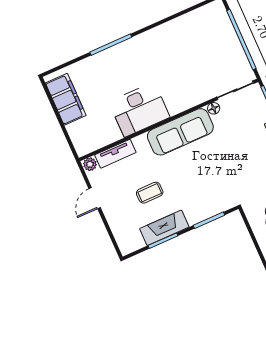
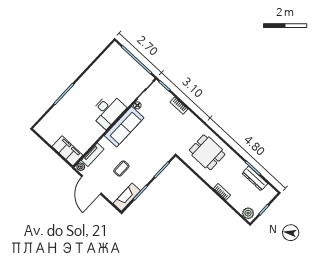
filing cabinet: (66, 99) -> (67, 151), moved
desk: (139, 110) -> (108, 111), moved
door: (95, 198) -> (91, 185), width x1.88
fireplace: (164, 228) -> (127, 197), moved

